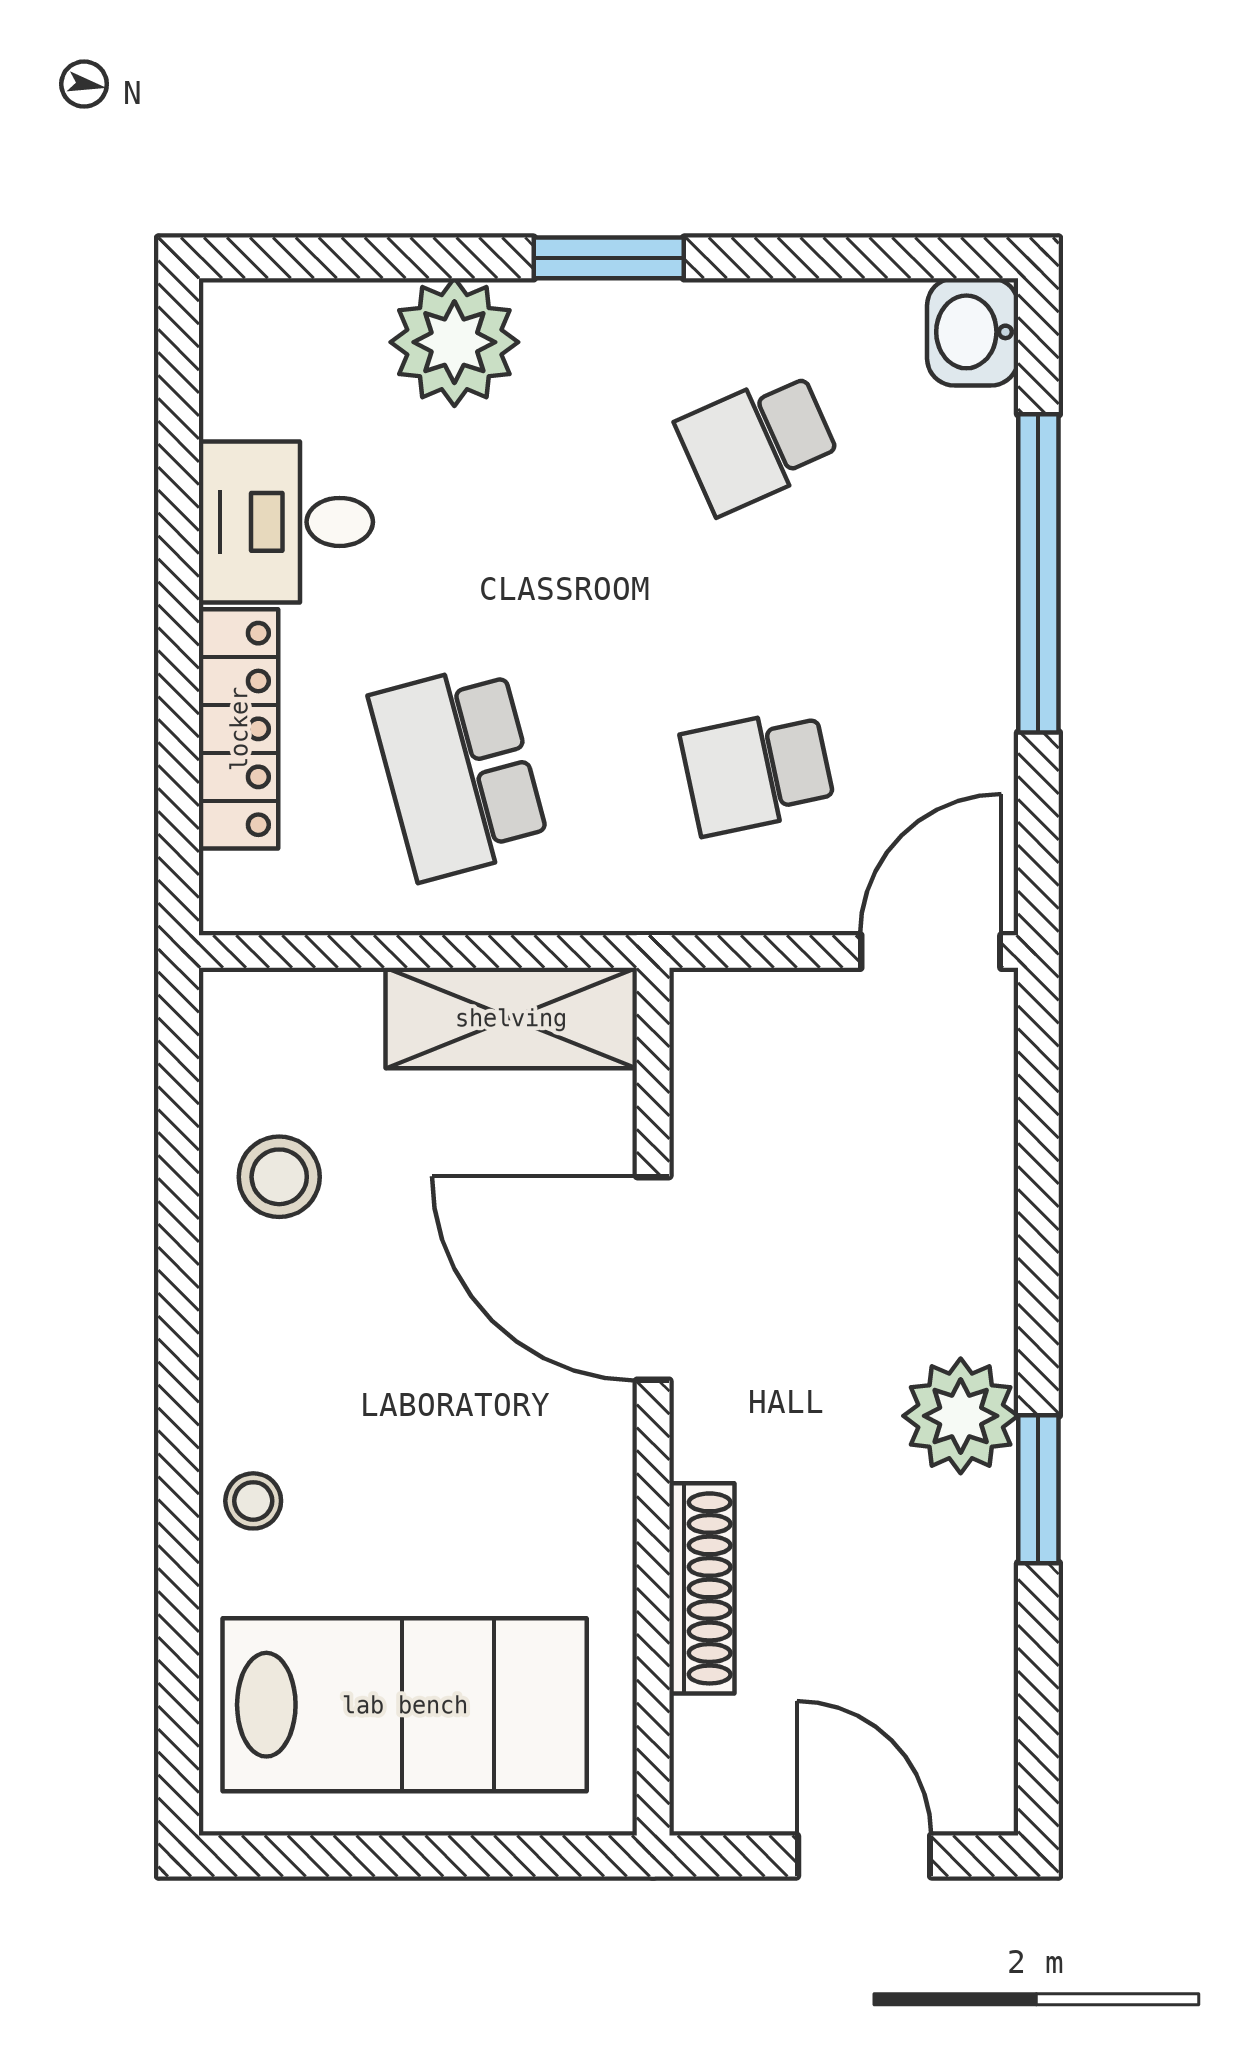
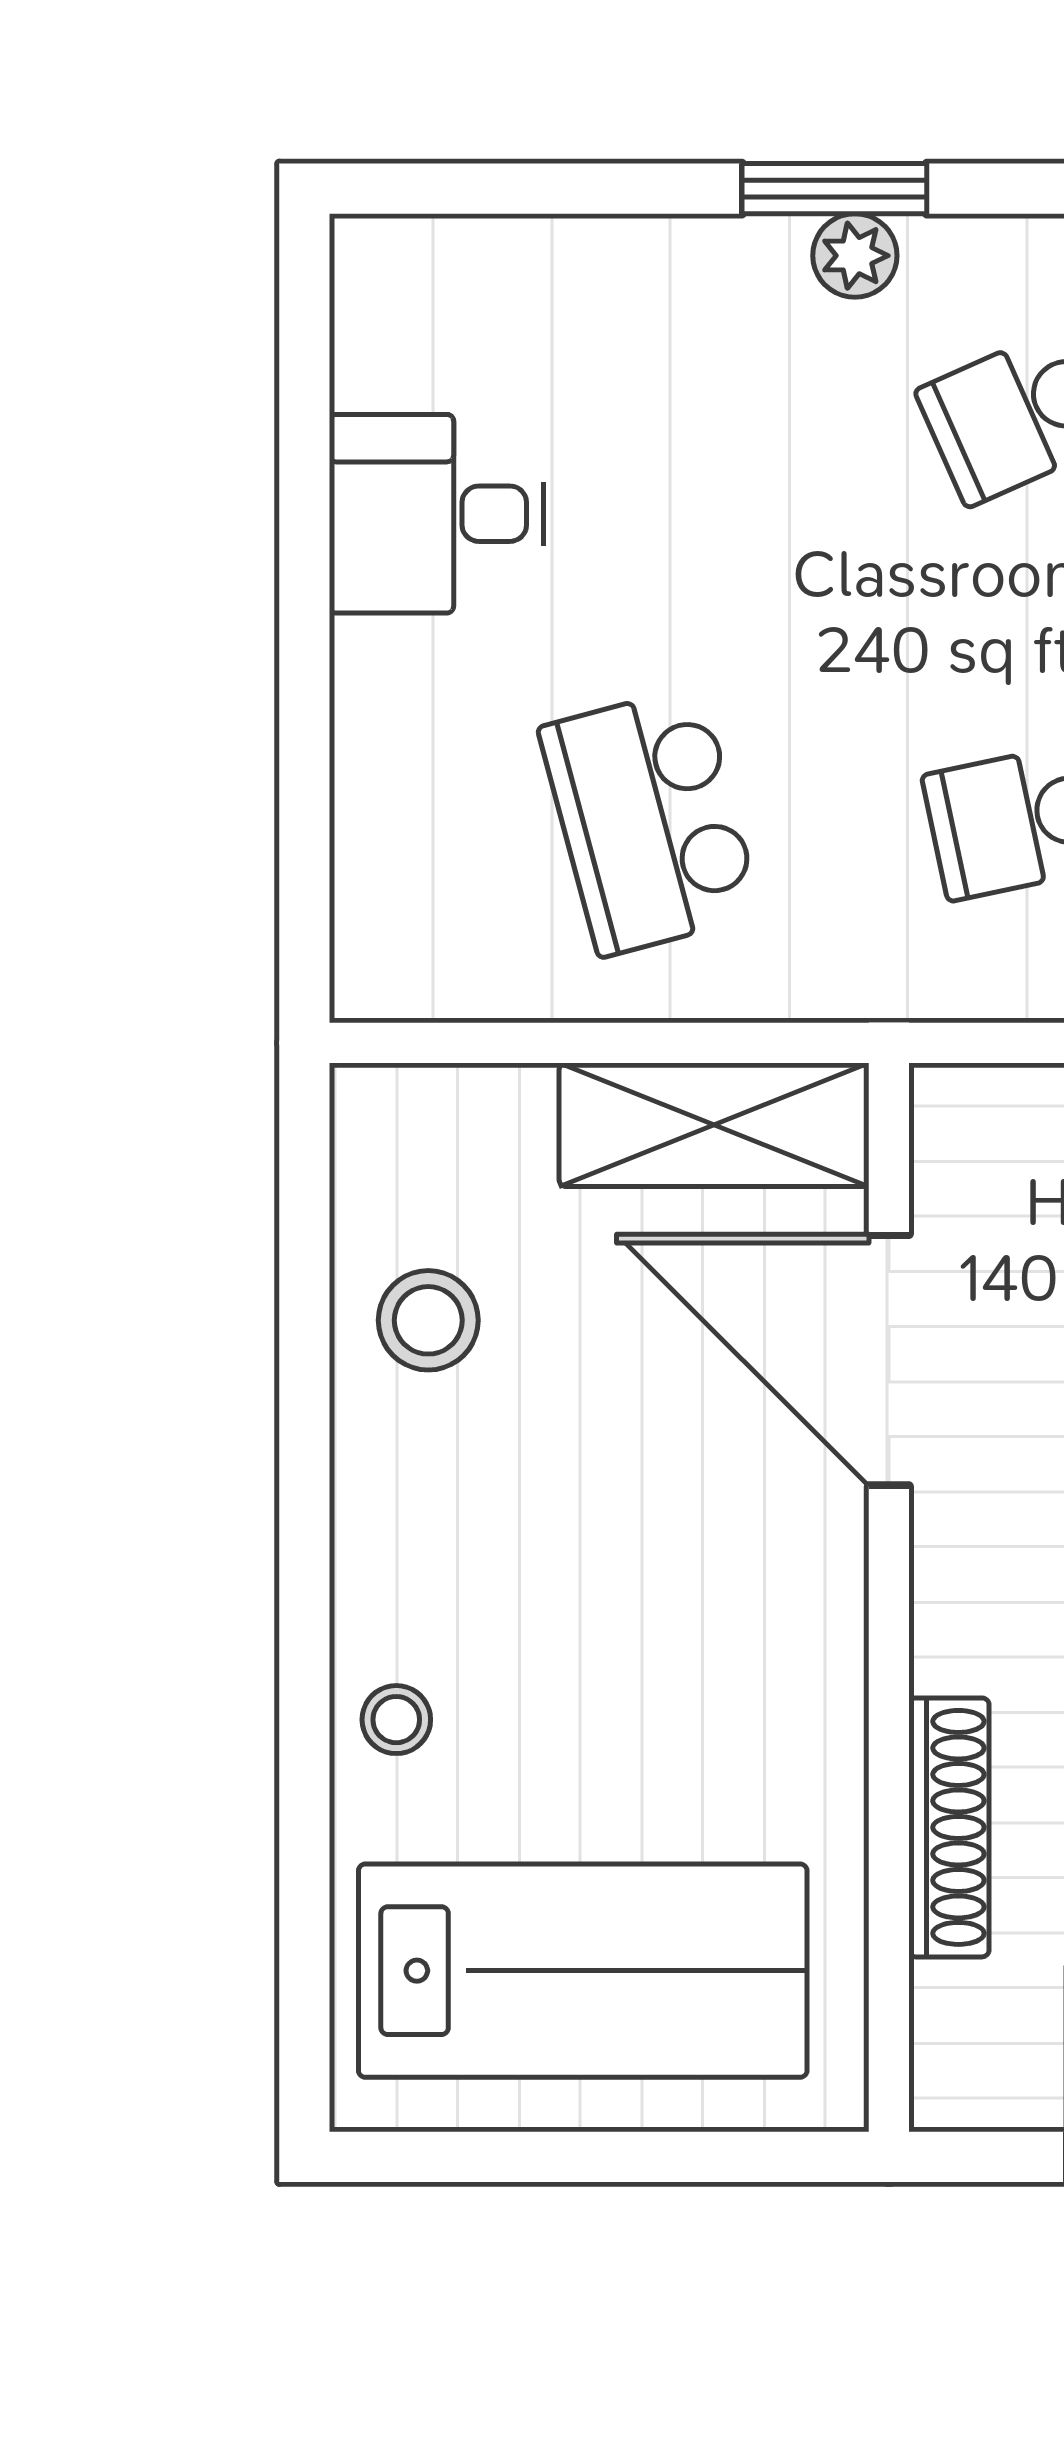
plant: (454, 342) -> (855, 256), moved, width x0.53, depth x0.53
locker: (239, 729) -> (378, 769), removed
door: (653, 1278) -> (889, 1360), moved

